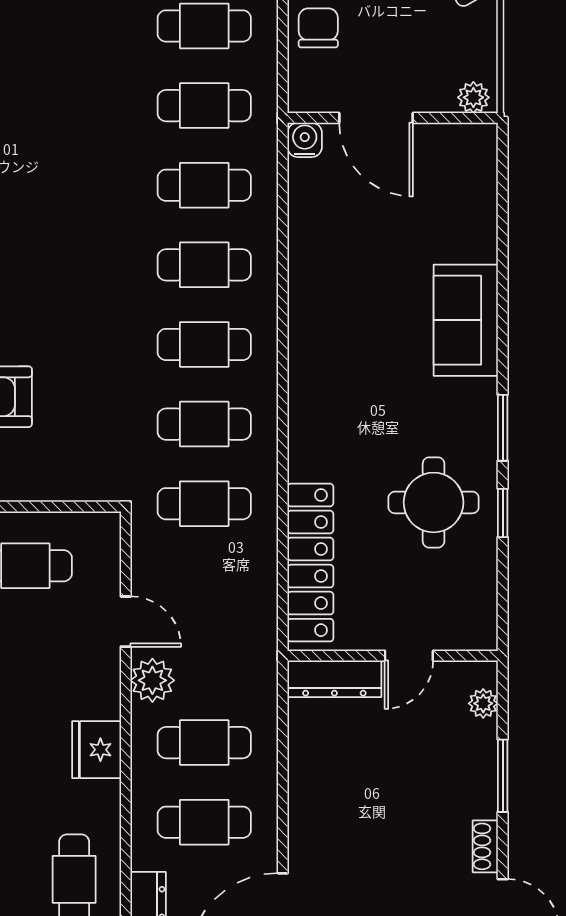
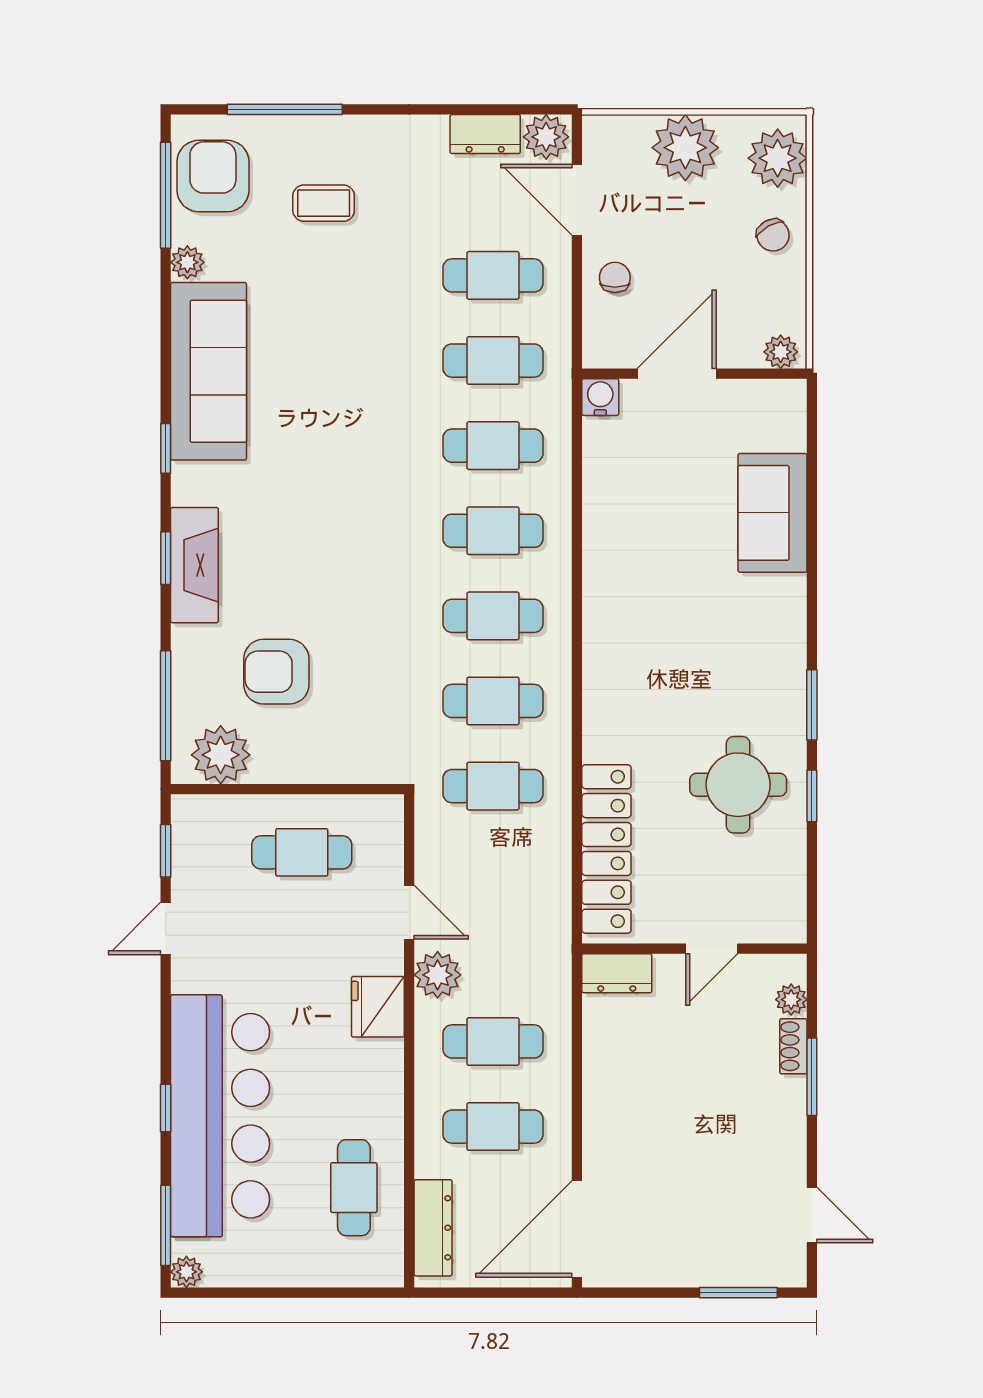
chair: (318, 28) -> (615, 277), width x0.73, depth x0.73
door: (376, 118) -> (677, 374), swing flipped
sofa: (466, 320) -> (772, 513), moved
dresser: (334, 679) -> (617, 973), width x0.70
fridge: (97, 750) -> (378, 1007), moved
shoe rack: (485, 846) -> (793, 1046), moved

